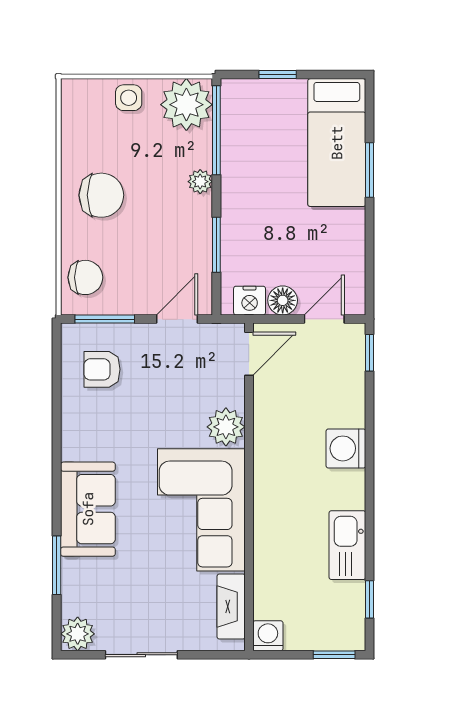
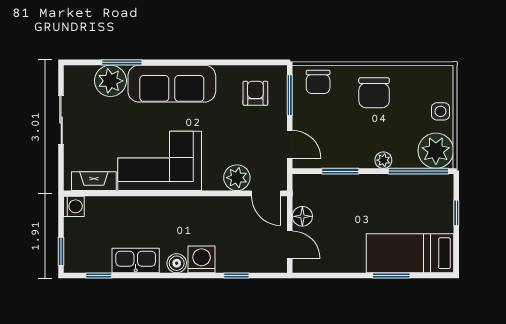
nightstand: (250, 301) -> (302, 194), removed
window: (370, 353) -> (236, 276), moved
plant: (226, 427) -> (237, 178), moved
boiler: (351, 485) -> (177, 263), added
sofa: (88, 509) -> (172, 84), width x1.36
plant: (78, 634) -> (110, 81), moved, width x1.36, depth x1.36

